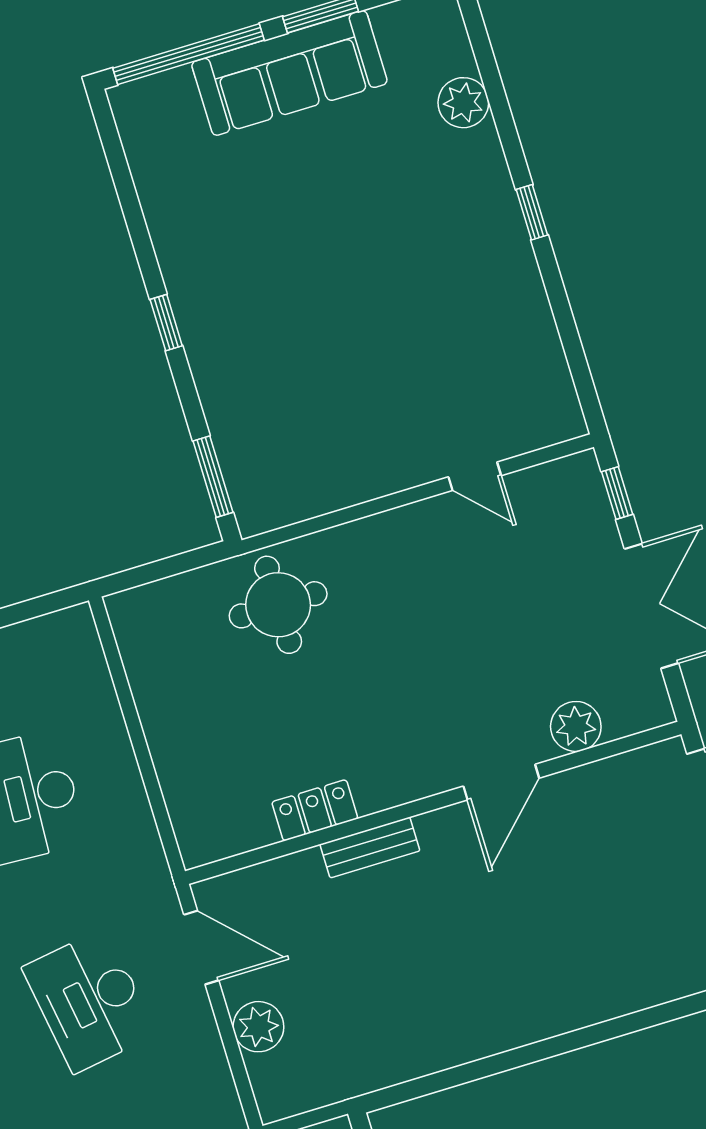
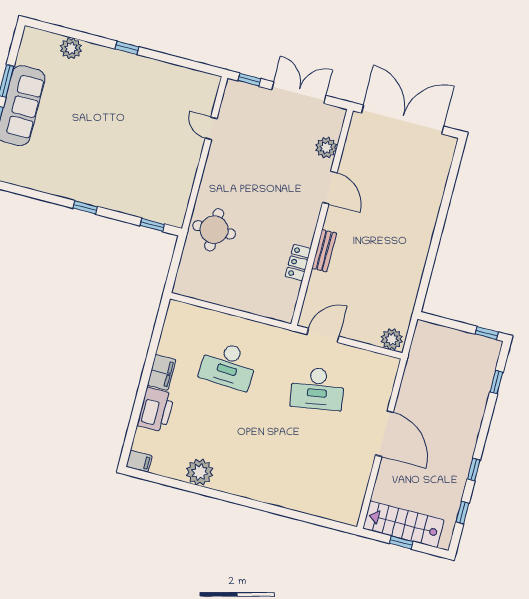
door: (475, 476) -> (211, 128), swing flipped
window: (213, 477) -> (152, 225), width x0.67
plant: (258, 1027) -> (392, 339), moved

